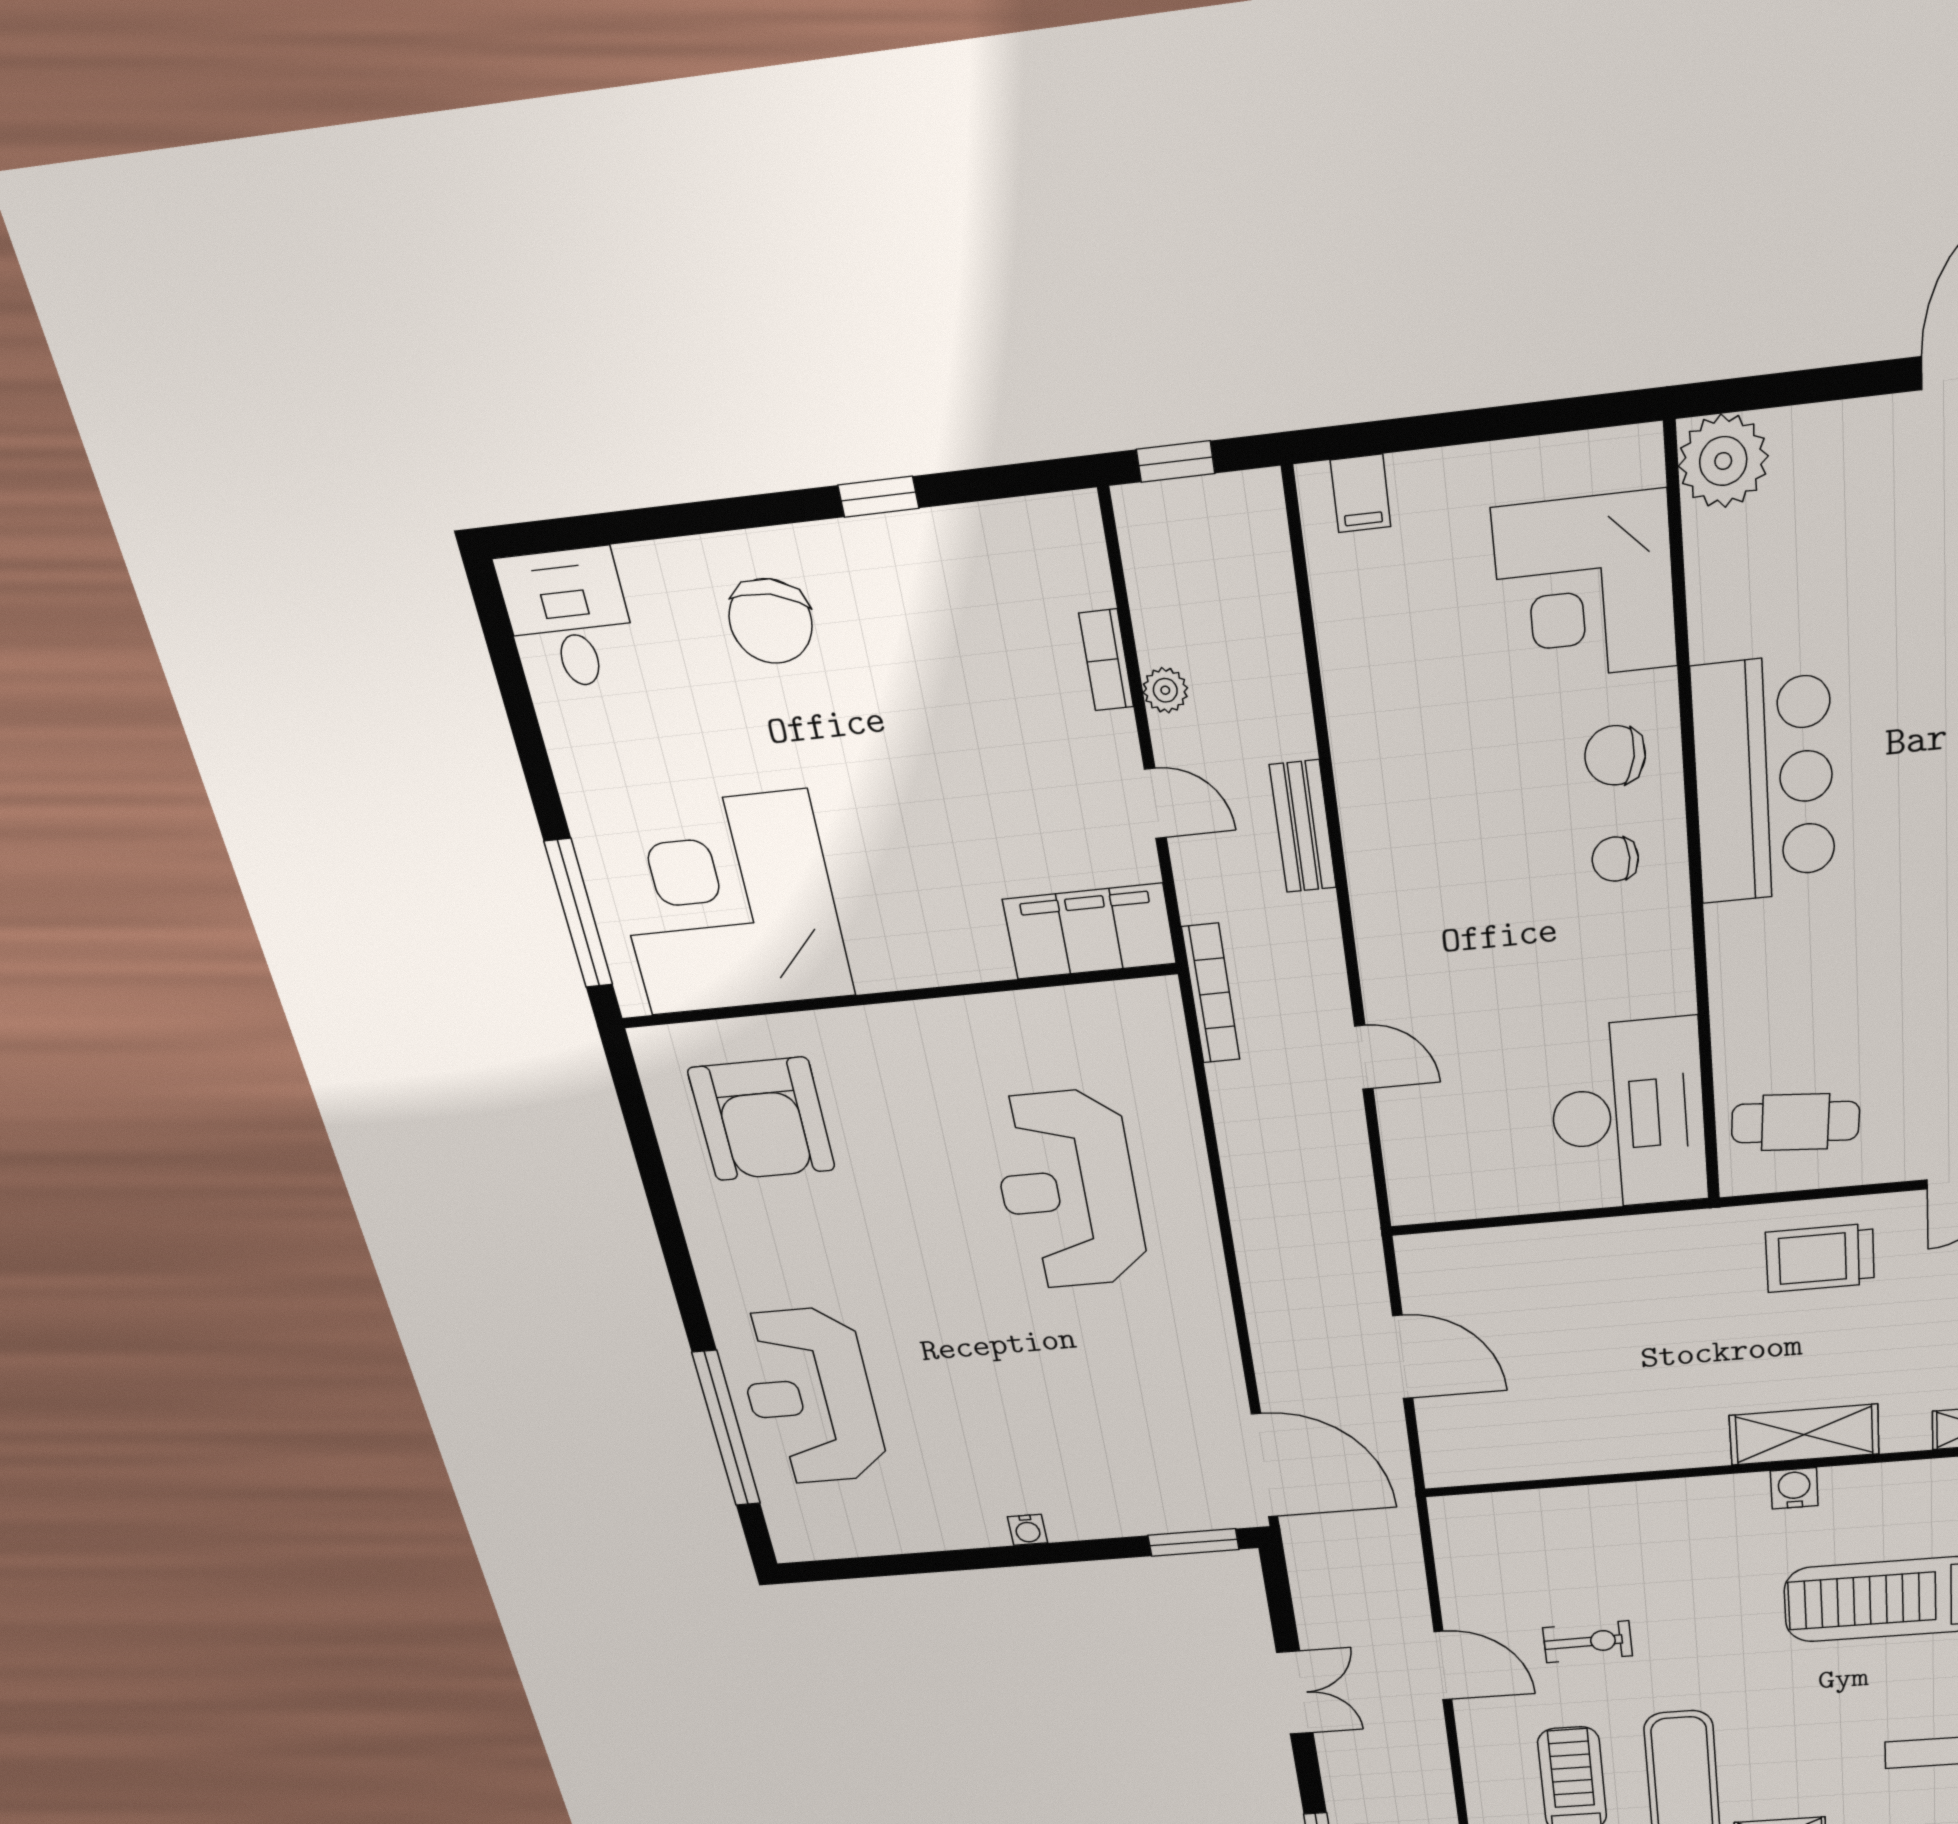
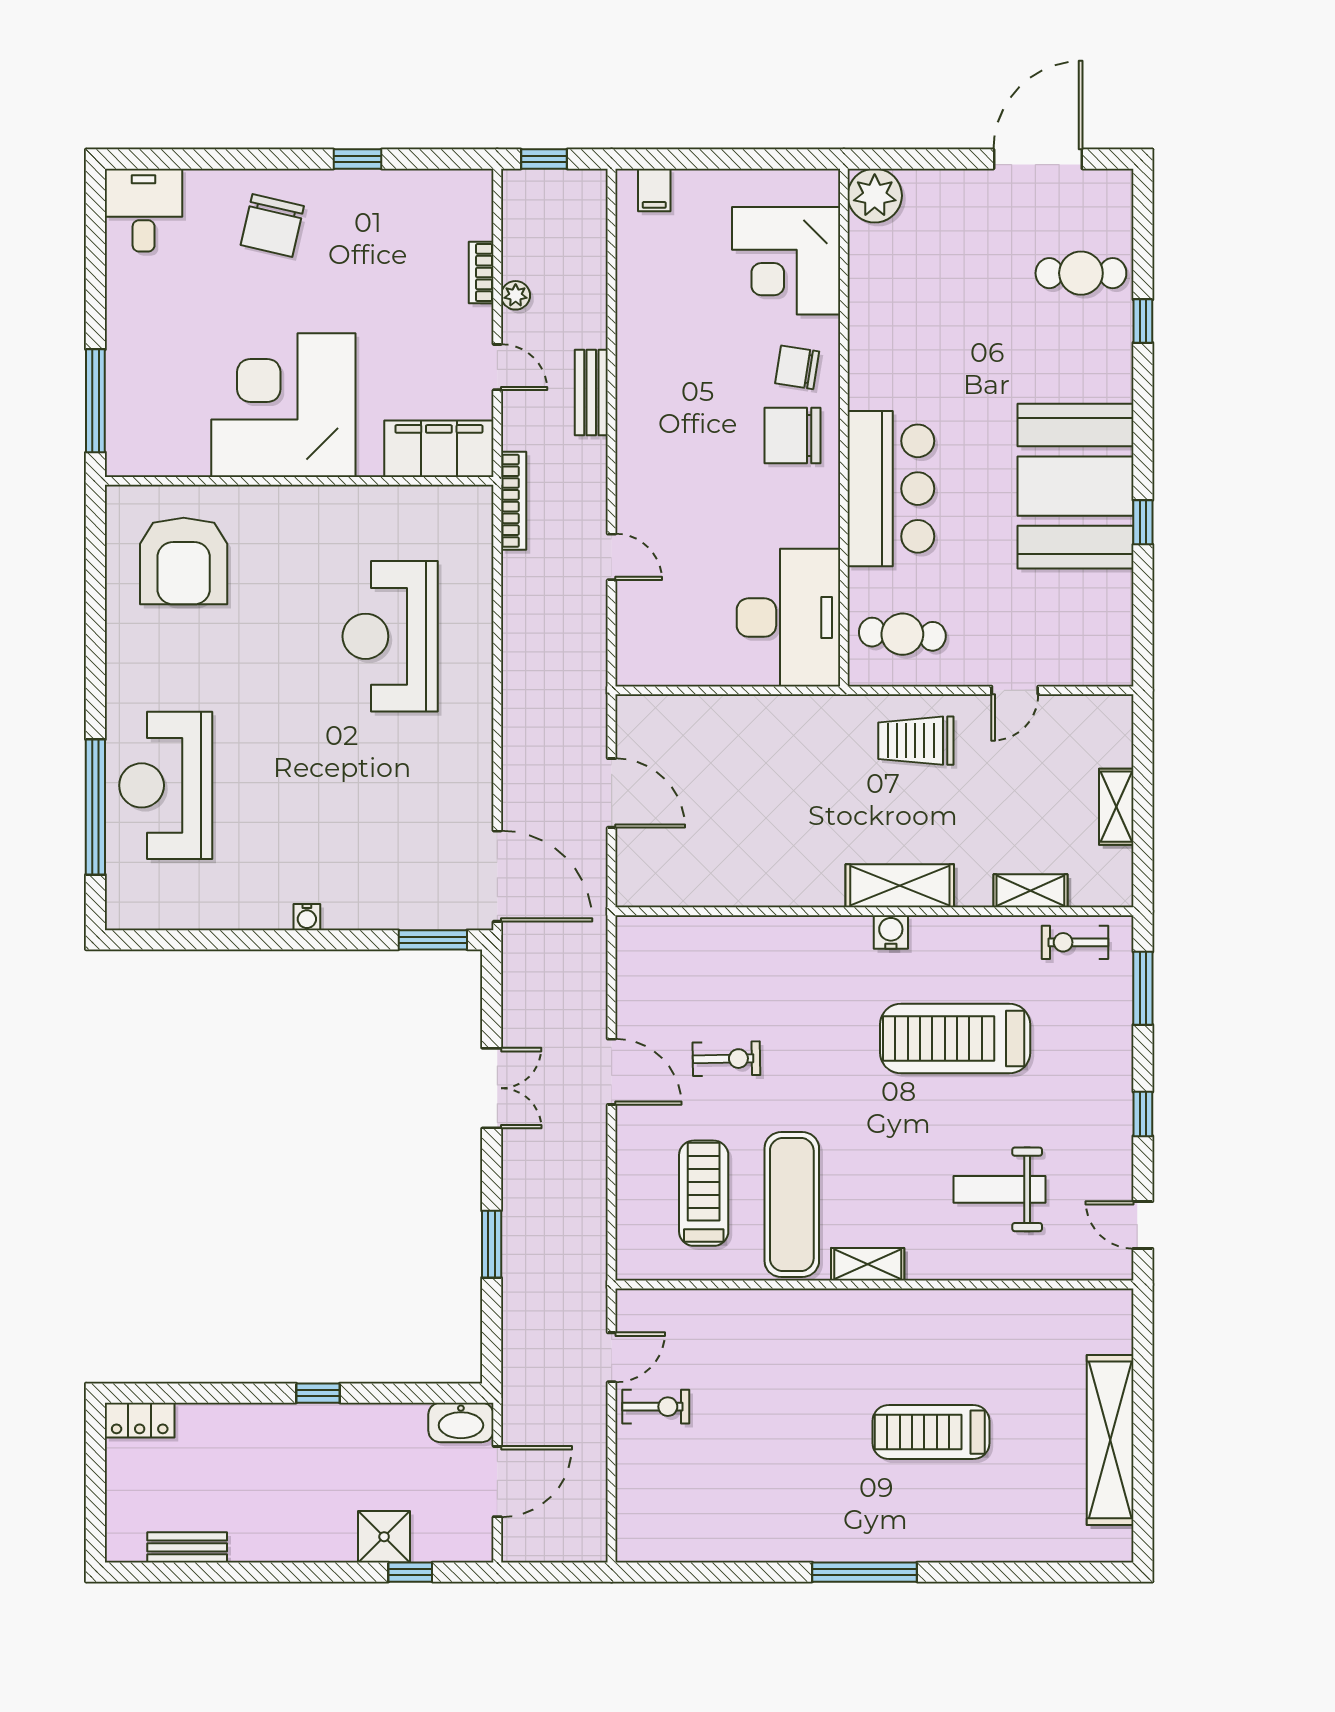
bar counter: (1764, 780) -> (891, 489), moved
chair: (1615, 859) -> (792, 435), width x1.87, depth x1.87
corner desk: (728, 904) -> (283, 405), moved

